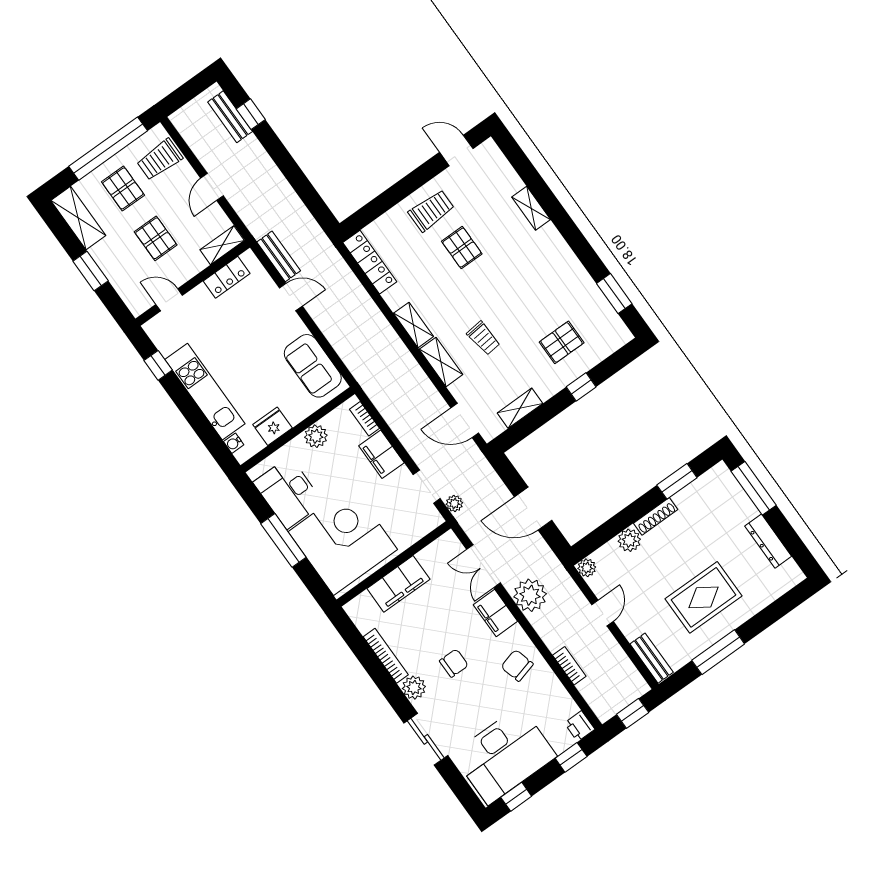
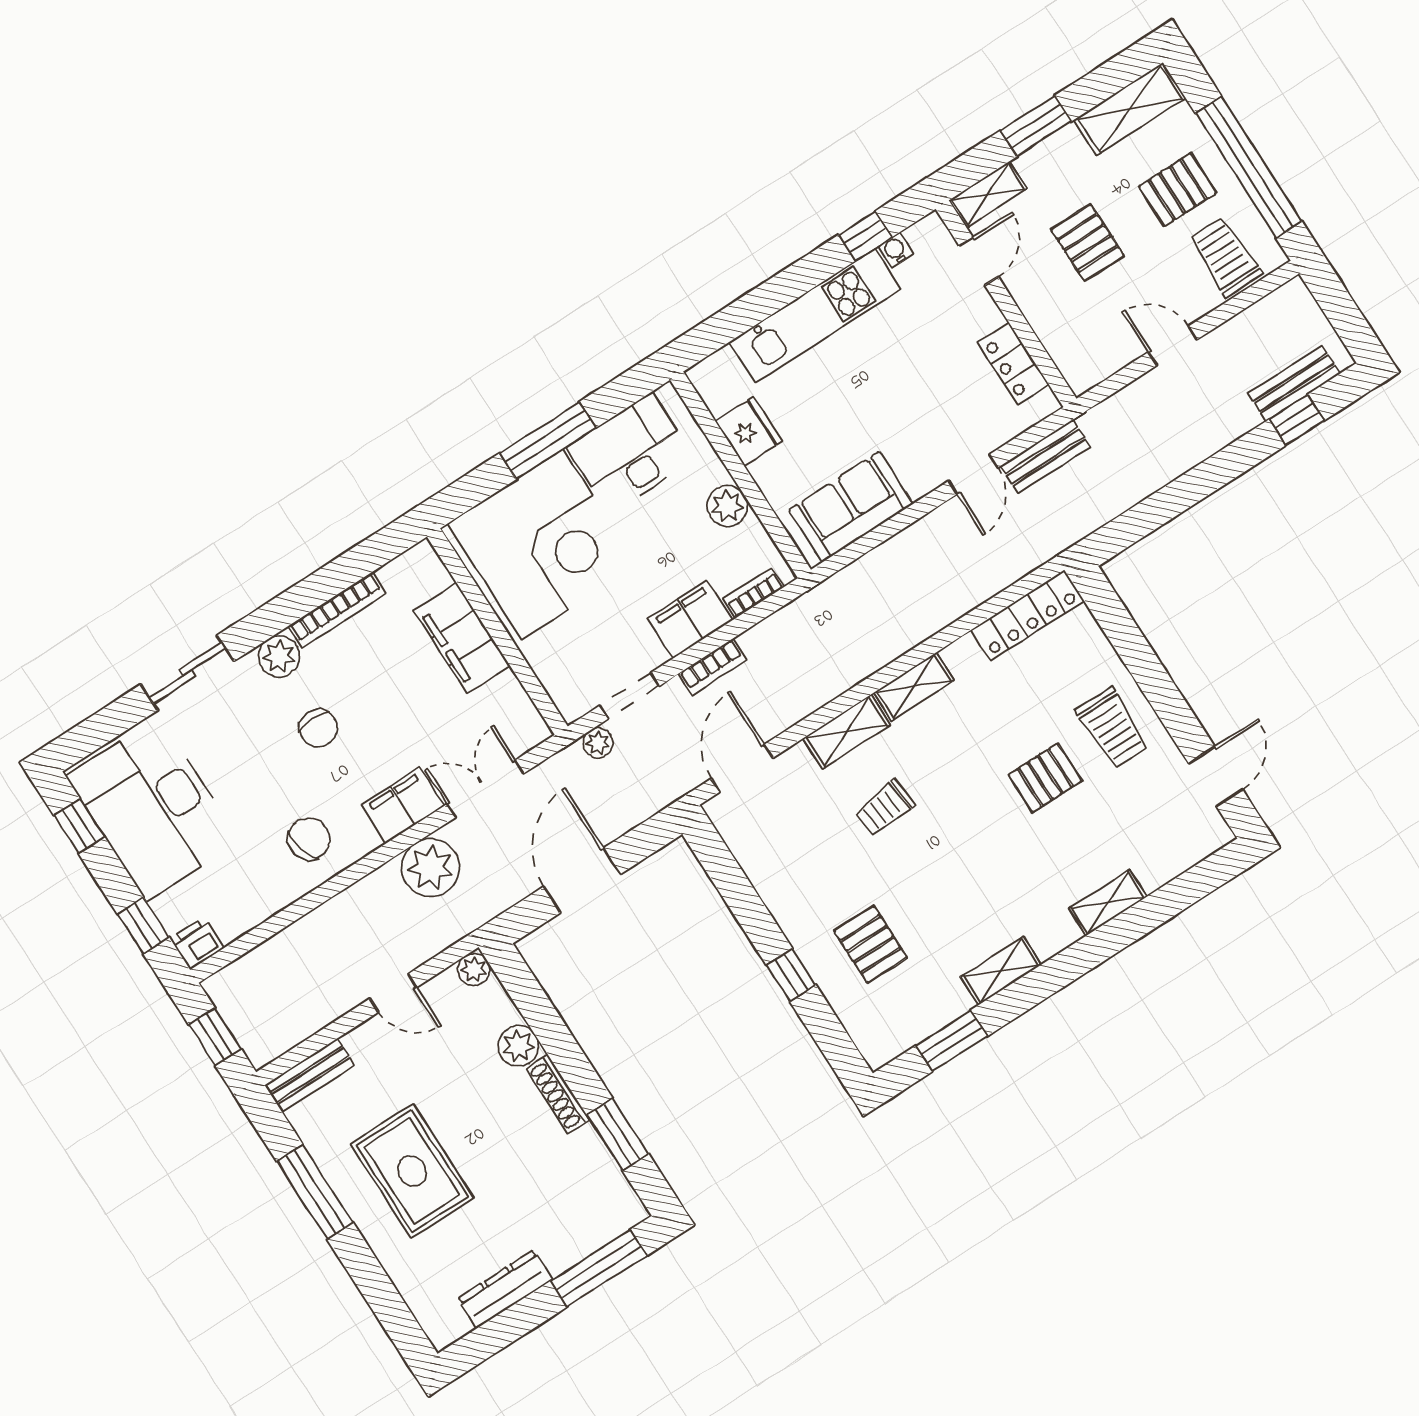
pallet: (156, 238) -> (1088, 243), turned 90
shelving: (222, 245) -> (988, 194), moved, turned 90
shelving: (520, 408) -> (1001, 971), moved, turned 90
water cooler: (234, 443) -> (895, 250), moved
bookcase: (569, 666) -> (712, 667), moved

